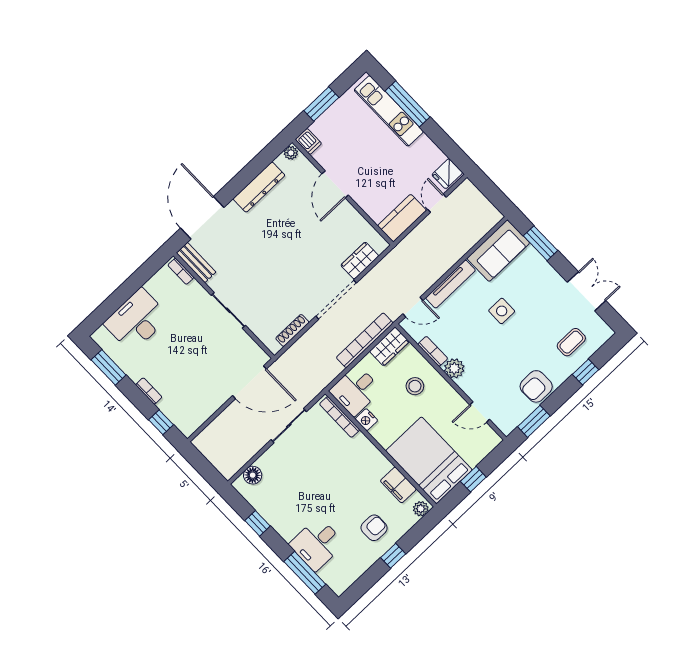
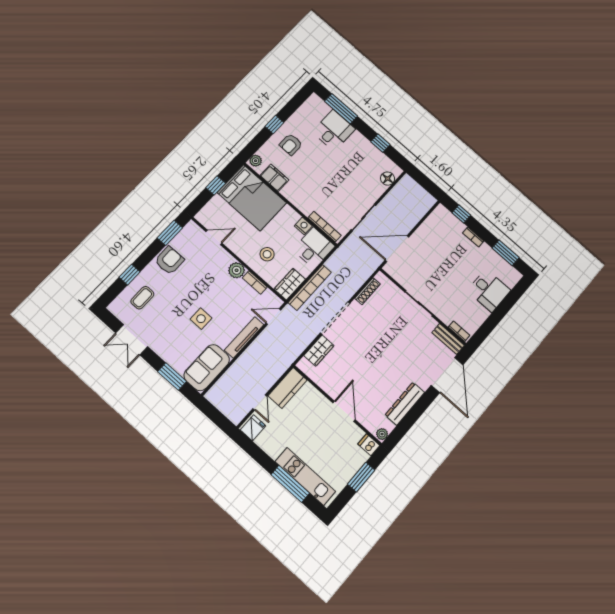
desk: (137, 320) -> (489, 290), width x0.73

